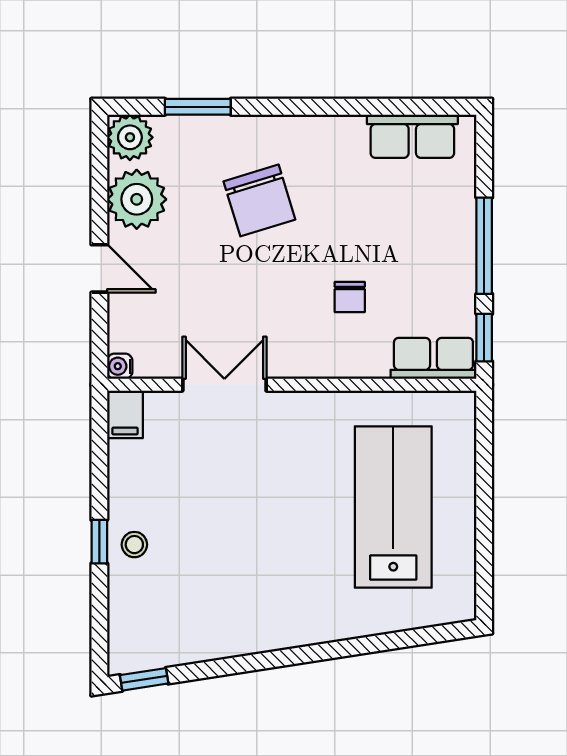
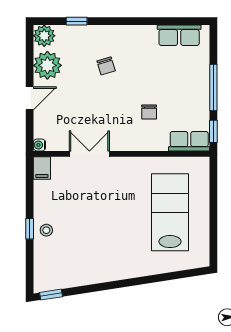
window: (198, 107) -> (77, 21), width x0.67
chair: (259, 200) -> (106, 66), width x0.54, depth x0.54
door: (99, 268) -> (30, 98), hinge flipped

